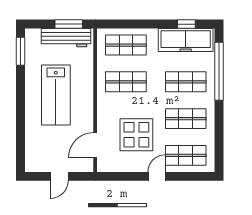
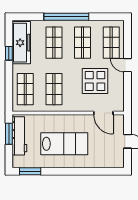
window: (186, 24) -> (9, 53), moved
window: (219, 71) -> (66, 17), moved

